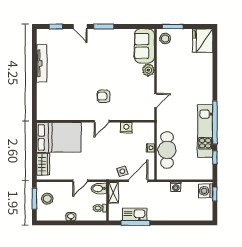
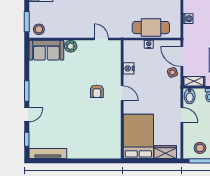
tv unit: (42, 63) -> (48, 153), moved

